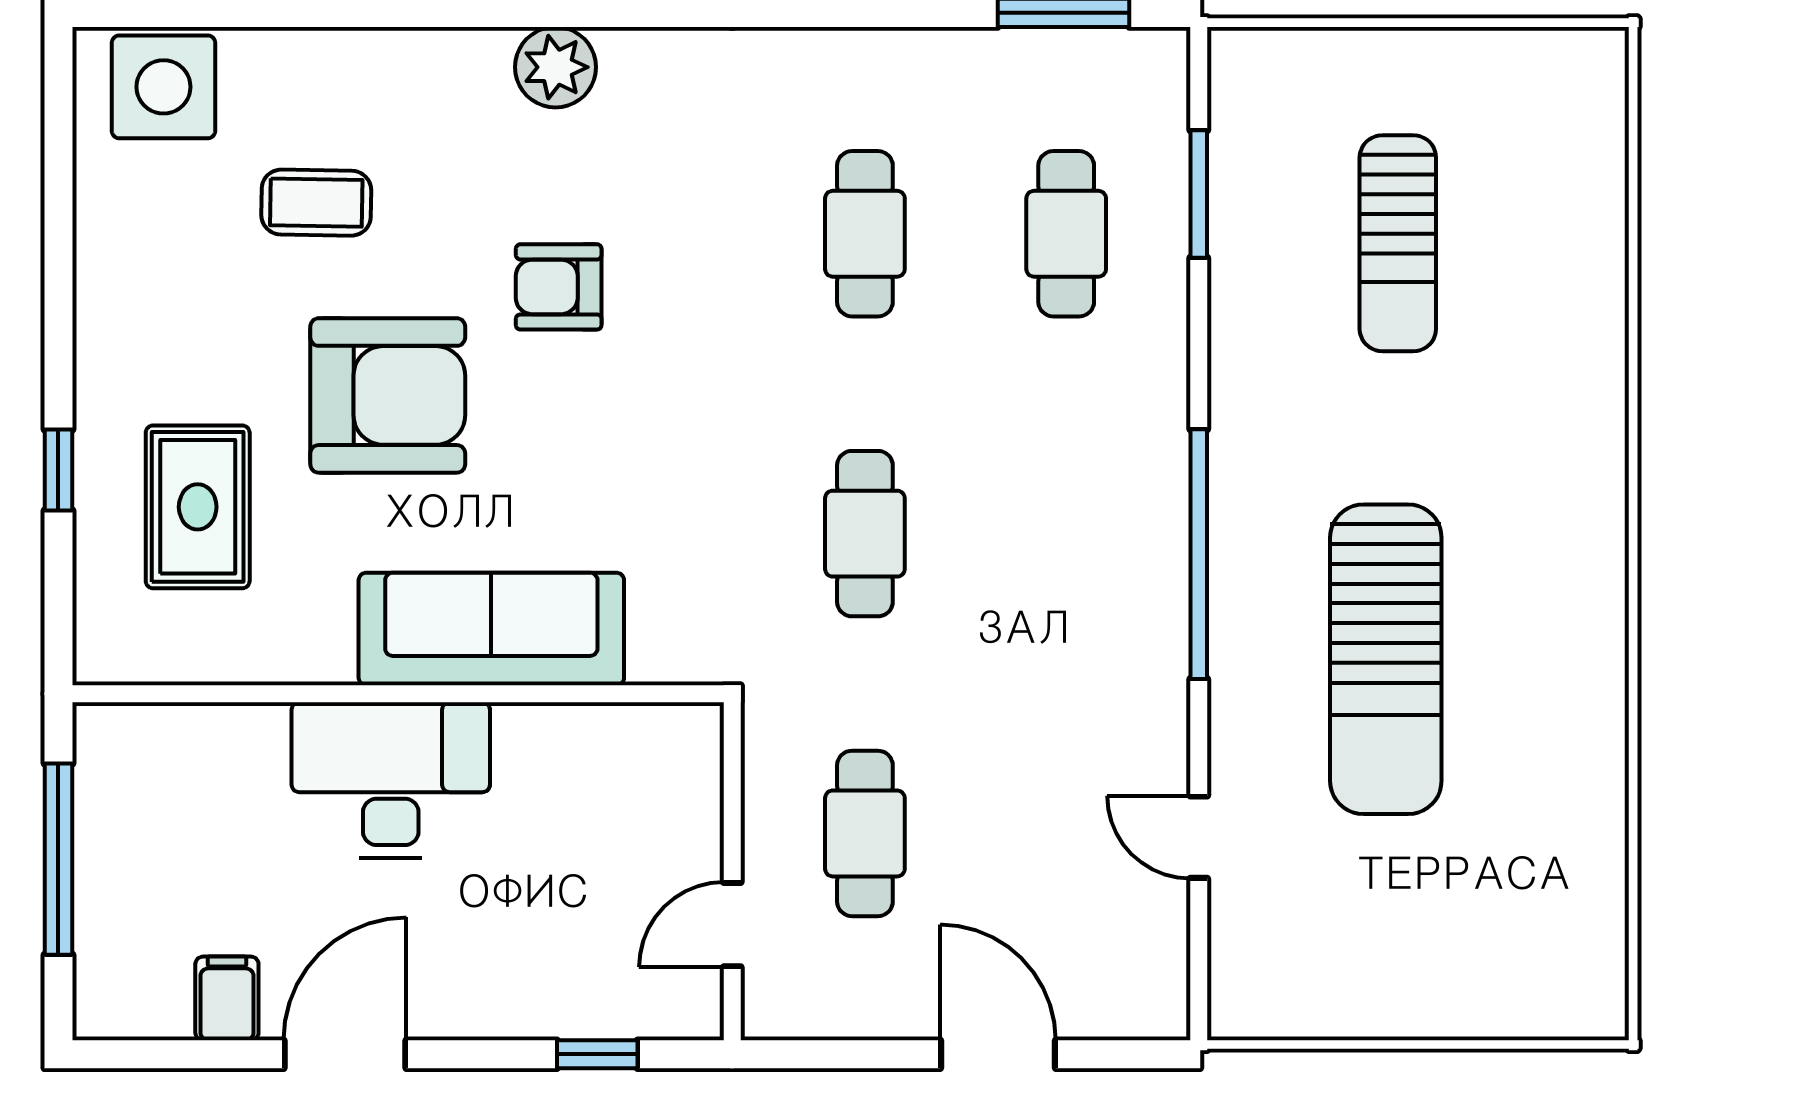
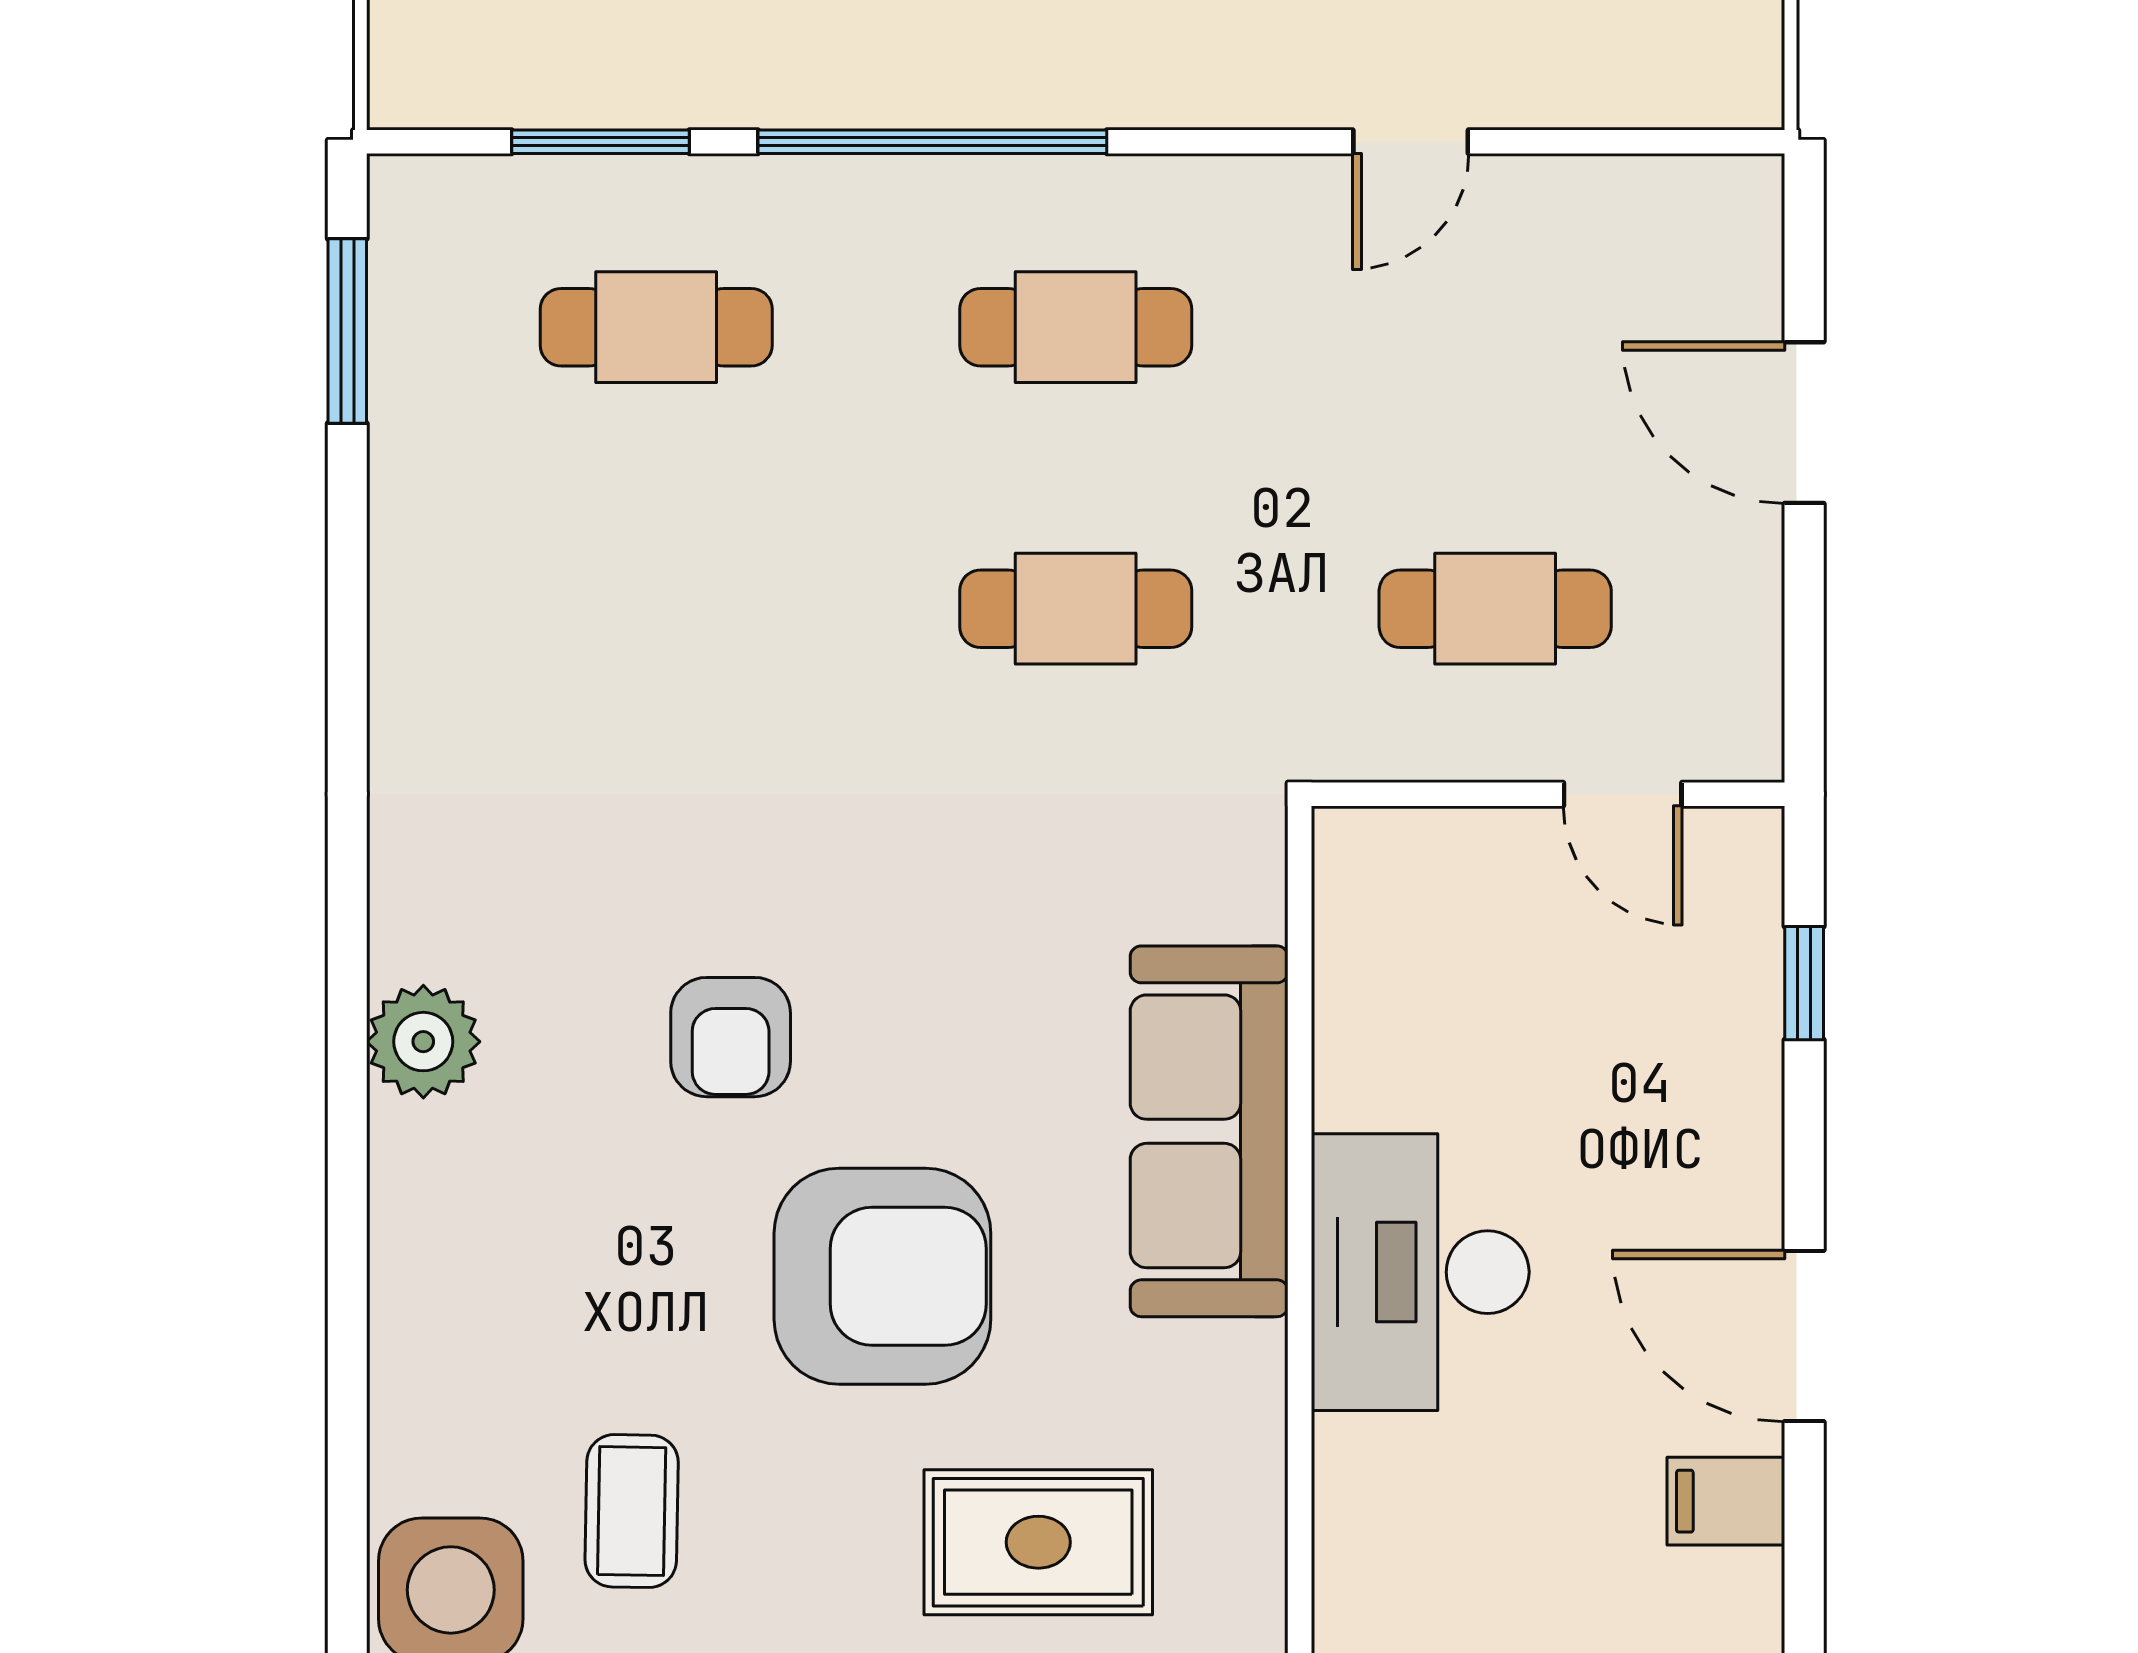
coffee table: (316, 203) -> (632, 1511), moved
cafe table: (865, 234) -> (1076, 327), moved
armchair: (388, 395) -> (882, 1276), turned 90
window: (1199, 554) -> (932, 142), moved
door: (1199, 837) -> (1411, 142), moved
door: (998, 1054) -> (1804, 423), hinge flipped

